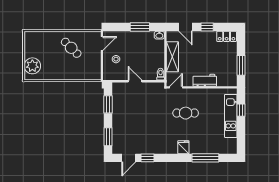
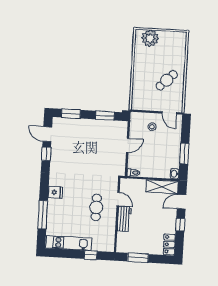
shelving: (172, 57) -> (162, 187), moved
door: (176, 87) -> (118, 199), moved
cafe table: (186, 113) -> (96, 207), moved
kitchen unit: (231, 116) -> (69, 243), moved

